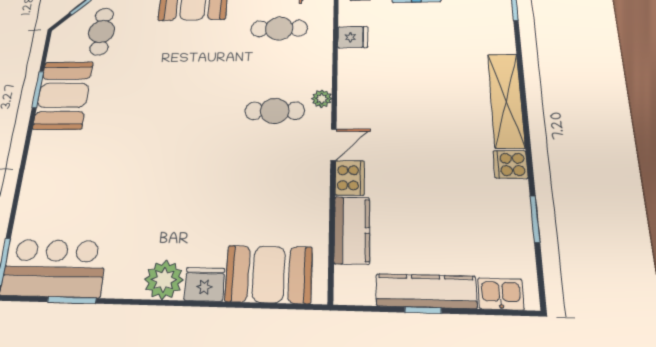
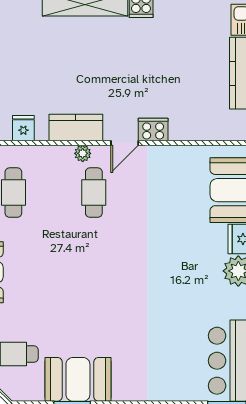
door: (333, 145) -> (125, 143), swing flipped
kitchen counter: (352, 230) -> (76, 128), moved

